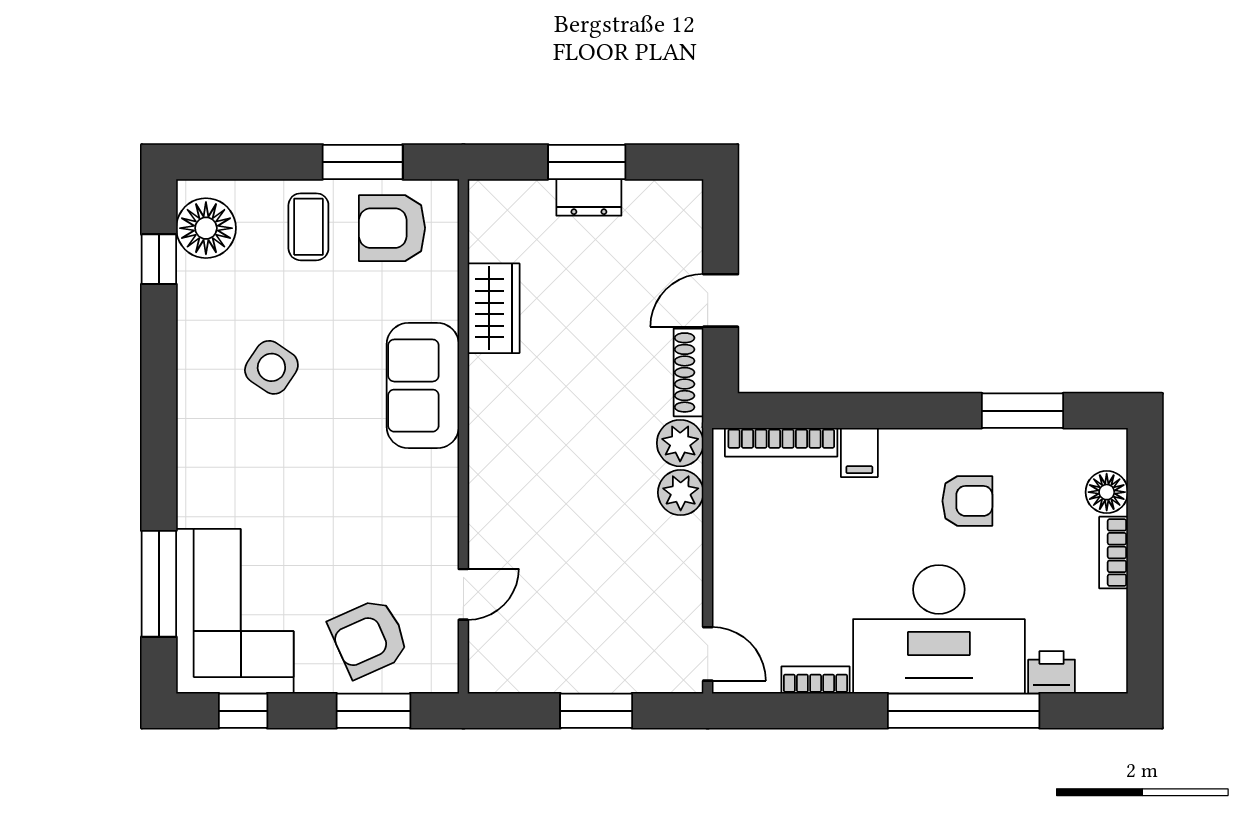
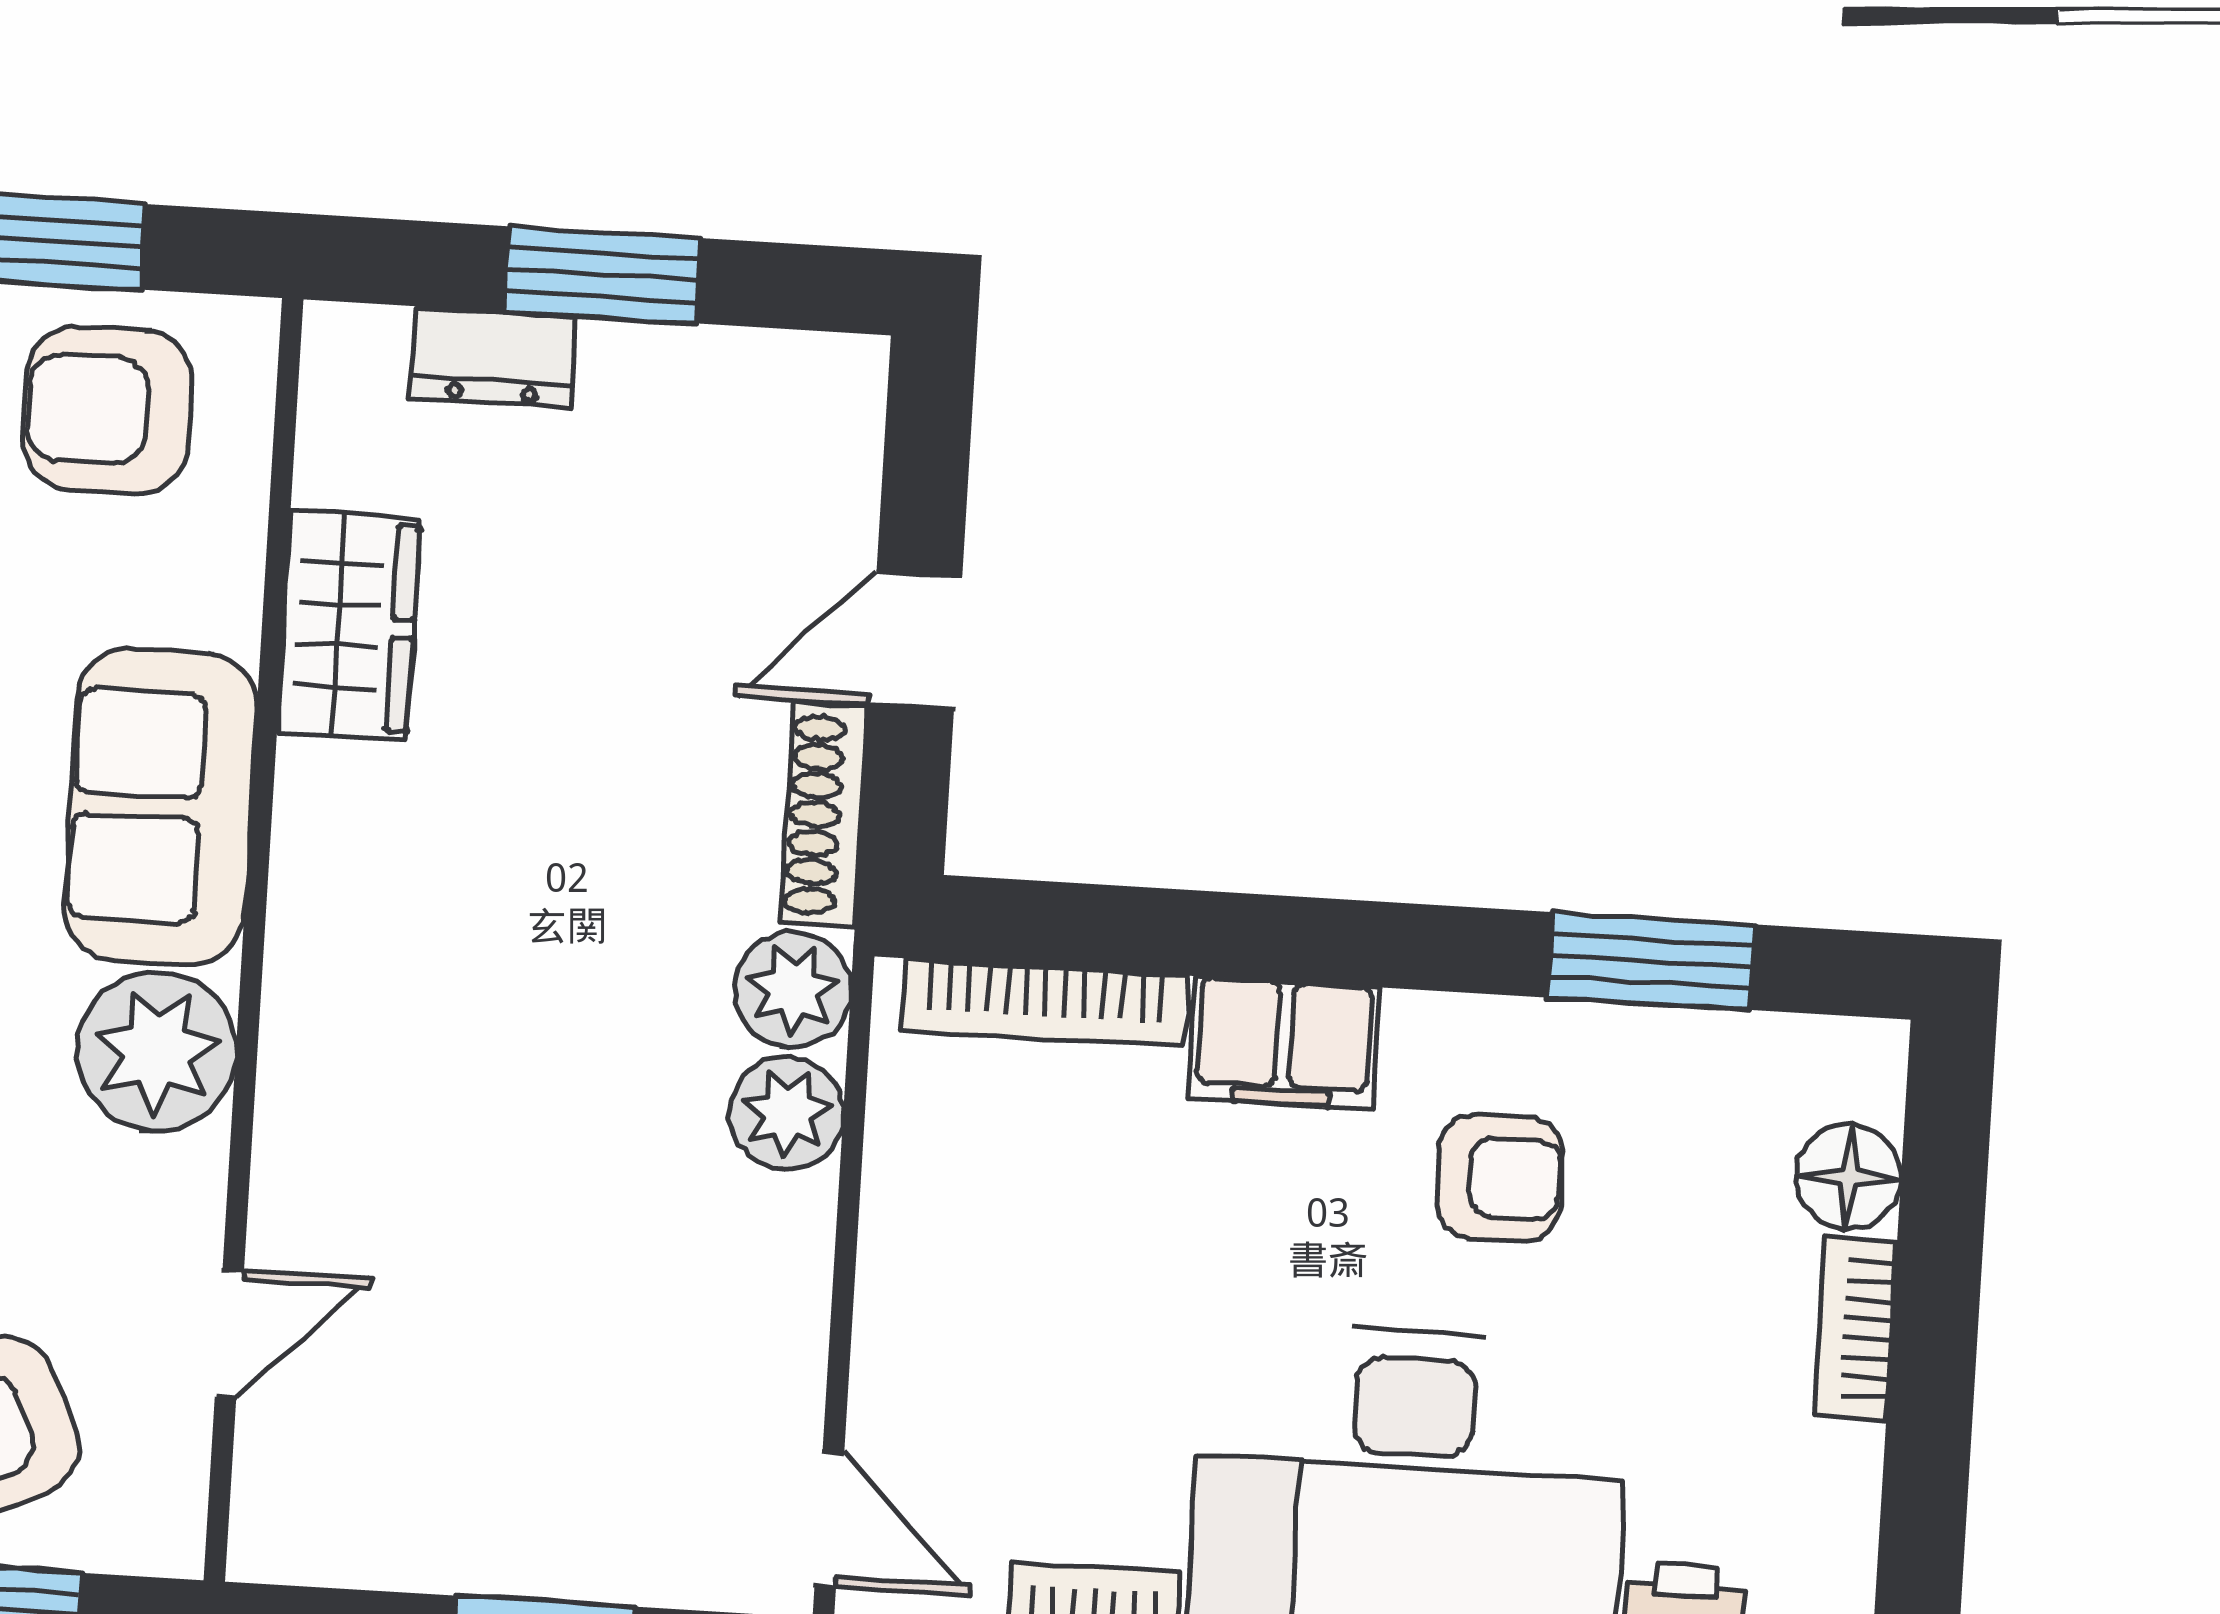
dresser: (589, 197) -> (494, 357), moved
filing cabinet: (859, 452) -> (1284, 1043), width x2.00
plant: (427, 483) -> (156, 1051), added

